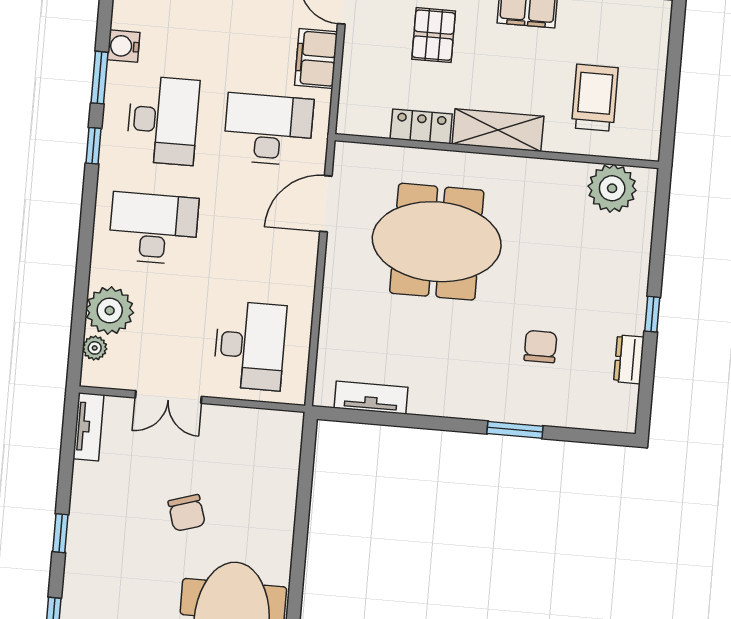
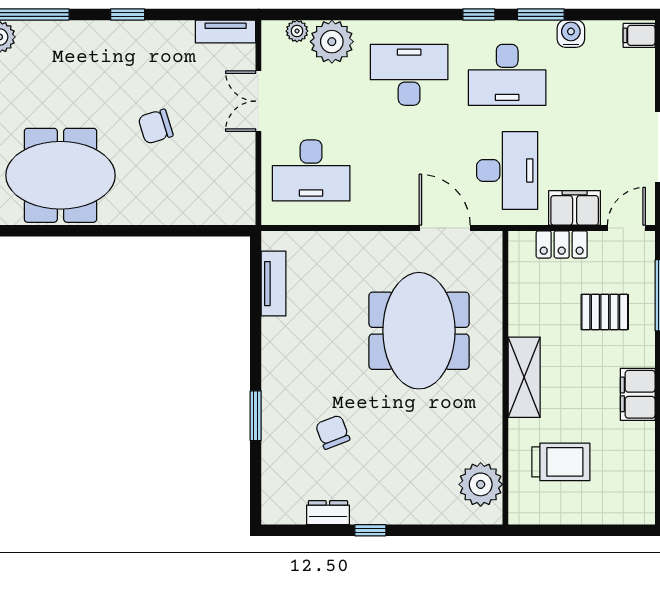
locker: (421, 126) -> (562, 244), moved, turned 90
desk: (154, 228) -> (409, 75), turned -90
chair: (540, 347) -> (333, 432), turned -111

